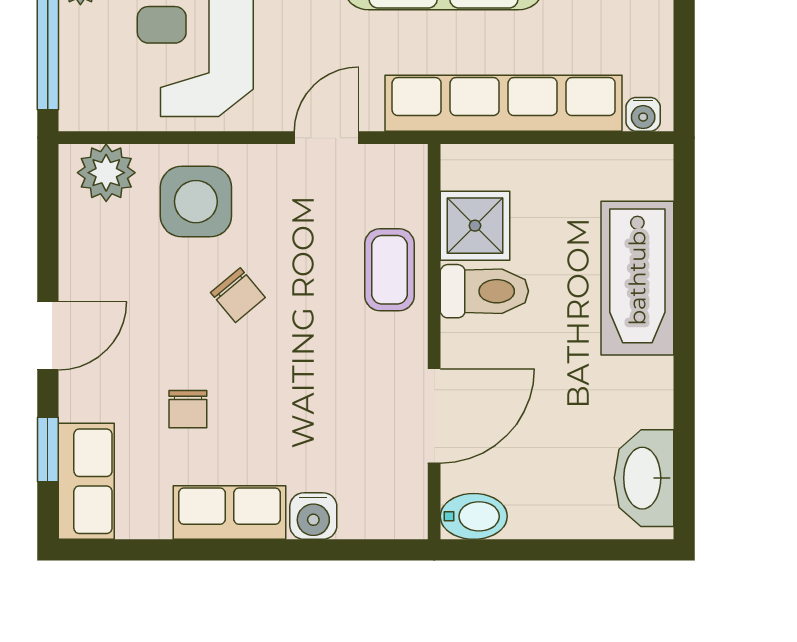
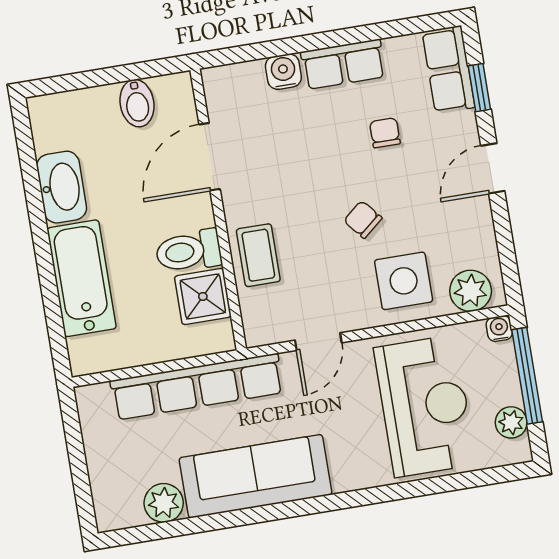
water cooler: (643, 114) -> (499, 329), moved
washbasin: (644, 478) -> (62, 187), moved
bidet: (474, 516) -> (137, 103), moved, turned -90

